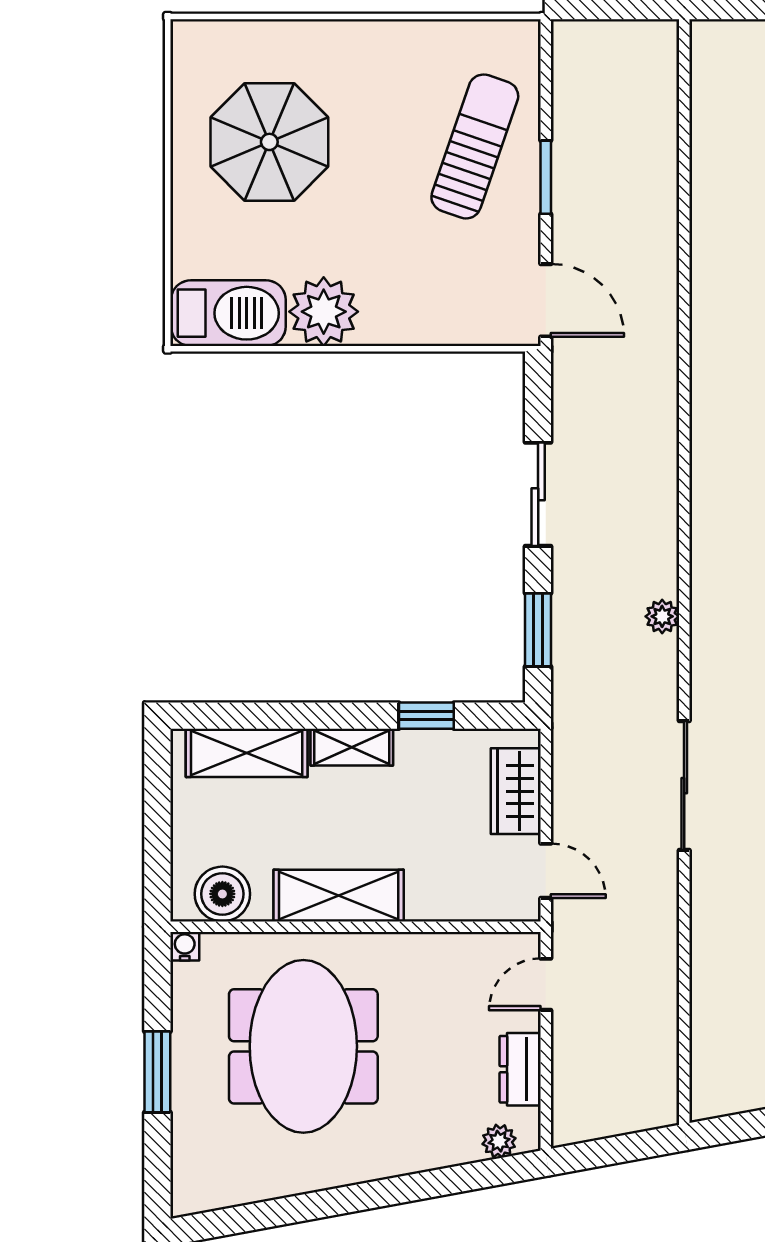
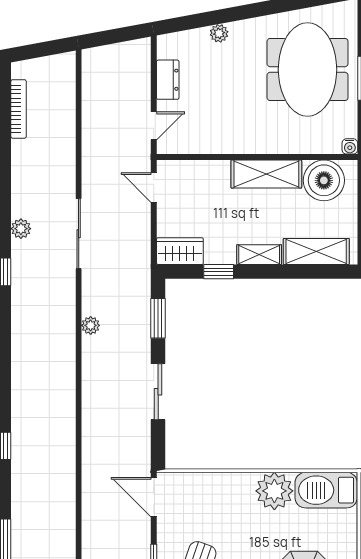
wardrobe: (516, 791) -> (180, 251), moved, turned -90
boiler: (222, 894) -> (324, 180), width x1.37, depth x1.37
meeting table: (303, 1046) -> (308, 70), moved
plant: (499, 1141) -> (219, 33), moved

